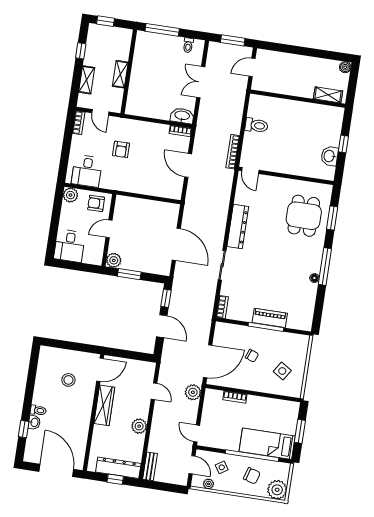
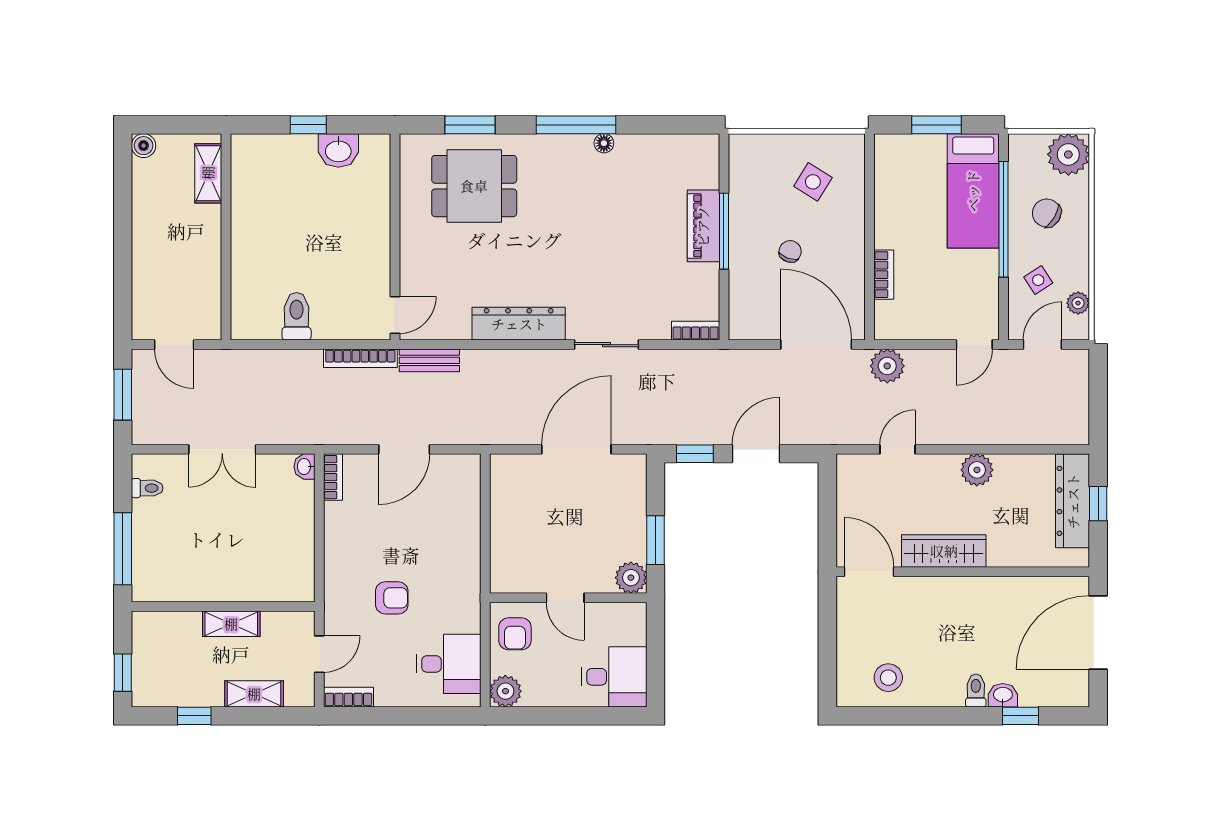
washbasin: (182, 116) -> (305, 467), width x0.52, depth x0.69
stool: (68, 380) -> (888, 678), moved
bench: (150, 466) -> (429, 360), moved
chair: (252, 476) -> (1047, 213), turned -75

